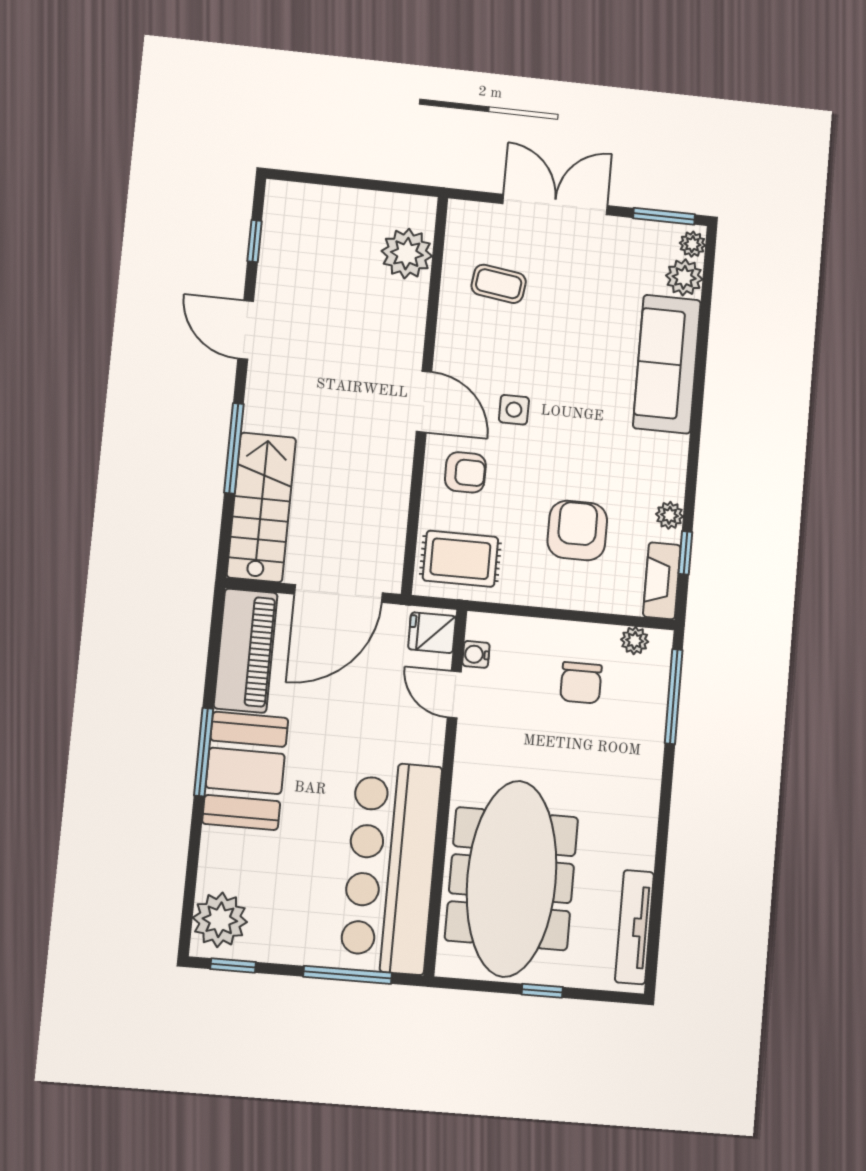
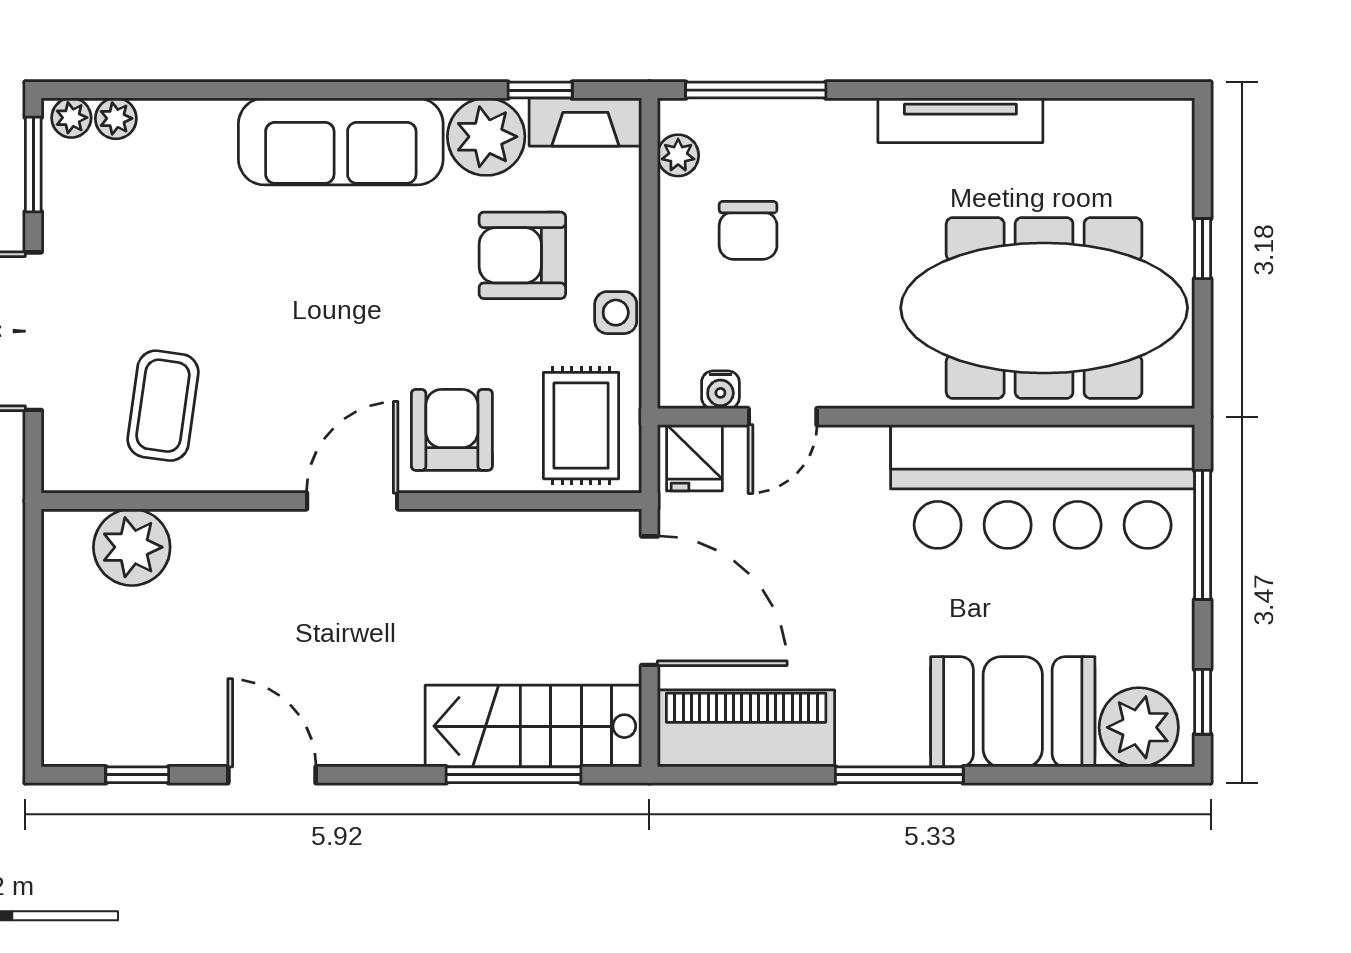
plant: (684, 277) -> (116, 118), width x0.73, depth x0.73
coffee table: (499, 284) -> (163, 406), width x1.36, depth x1.30
door: (246, 330) -> (272, 775), swing flipped
sofa: (667, 364) -> (341, 141), moved
side table: (514, 410) -> (616, 313), moved
window: (234, 448) -> (514, 775), moved
armchair: (465, 472) -> (452, 430), width x1.38, depth x1.38
plant: (669, 515) -> (486, 137), width x1.88, depth x1.88
chair: (581, 683) -> (748, 230), turned 90
booth: (245, 771) -> (1013, 712), moved
tv unit: (634, 927) -> (960, 120), moved

